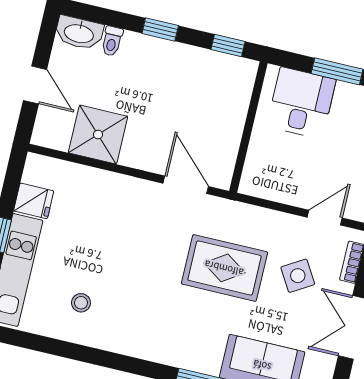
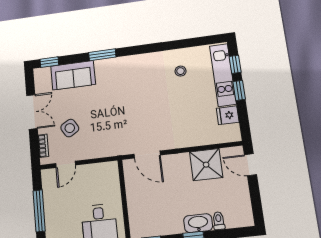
washbasin: (79, 33) -> (198, 223), moved
door: (35, 85) -> (250, 165), moved
rug: (224, 268) -> (110, 118), removed

